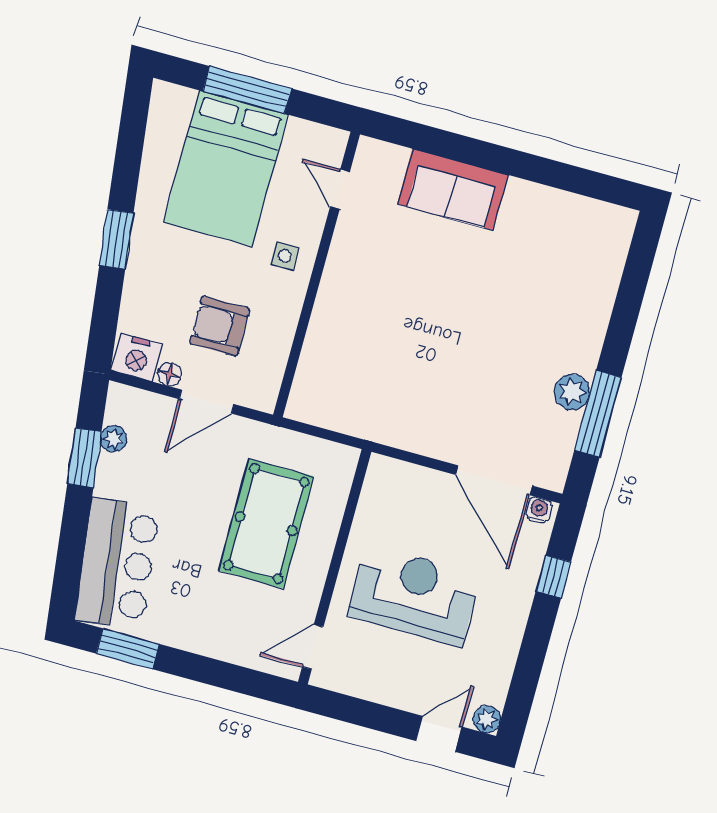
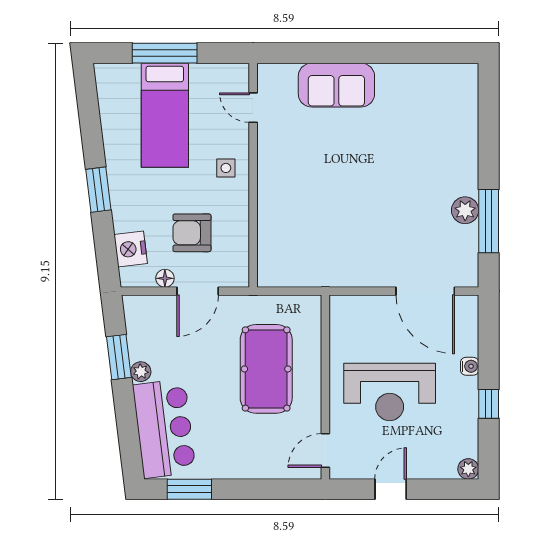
bed: (226, 168) -> (165, 115), width x0.67
nightstand: (137, 357) -> (131, 249), moved, turned 83
plant: (114, 439) -> (141, 372), moved
water cooler: (539, 510) -> (470, 366), moved, turned 90
window: (553, 576) -> (489, 404), moved
reception desk: (414, 595) -> (390, 392), turned 180
door: (439, 734) -> (391, 489), moved

